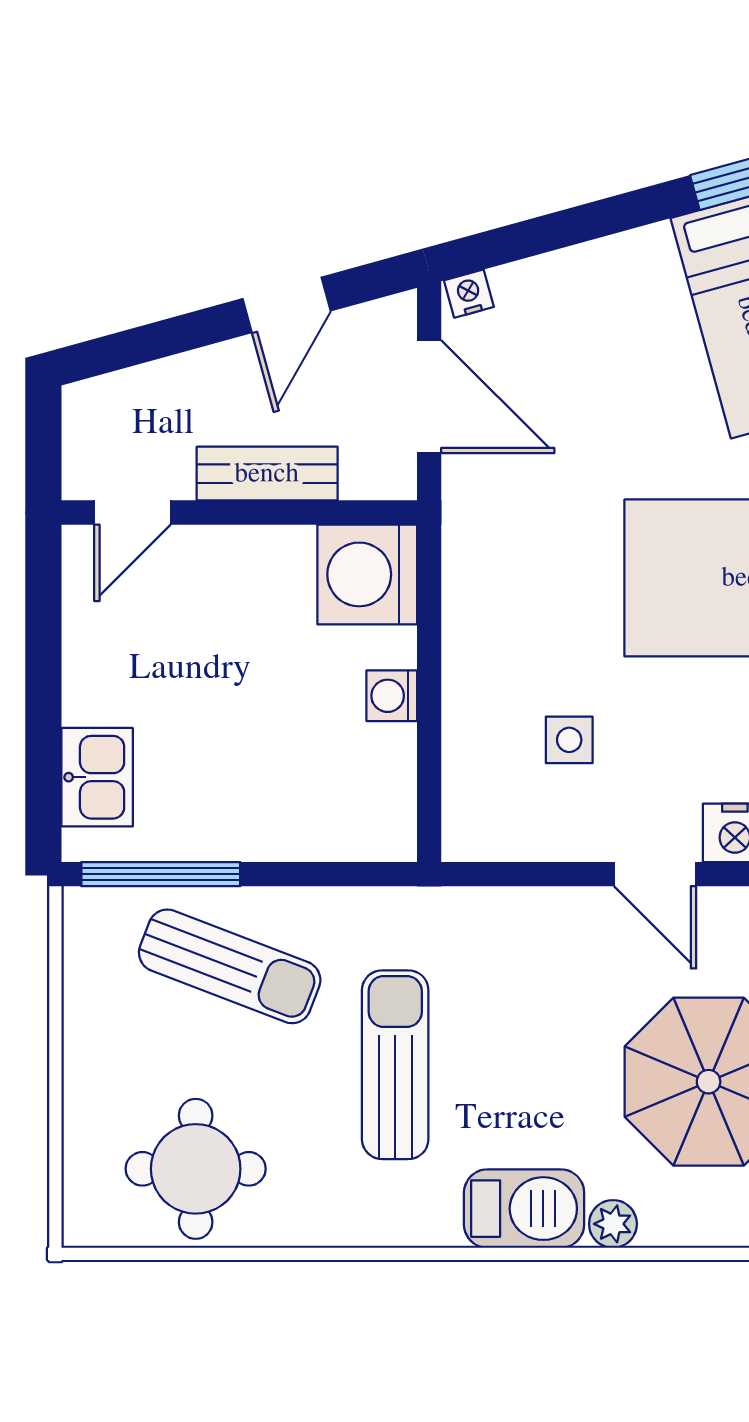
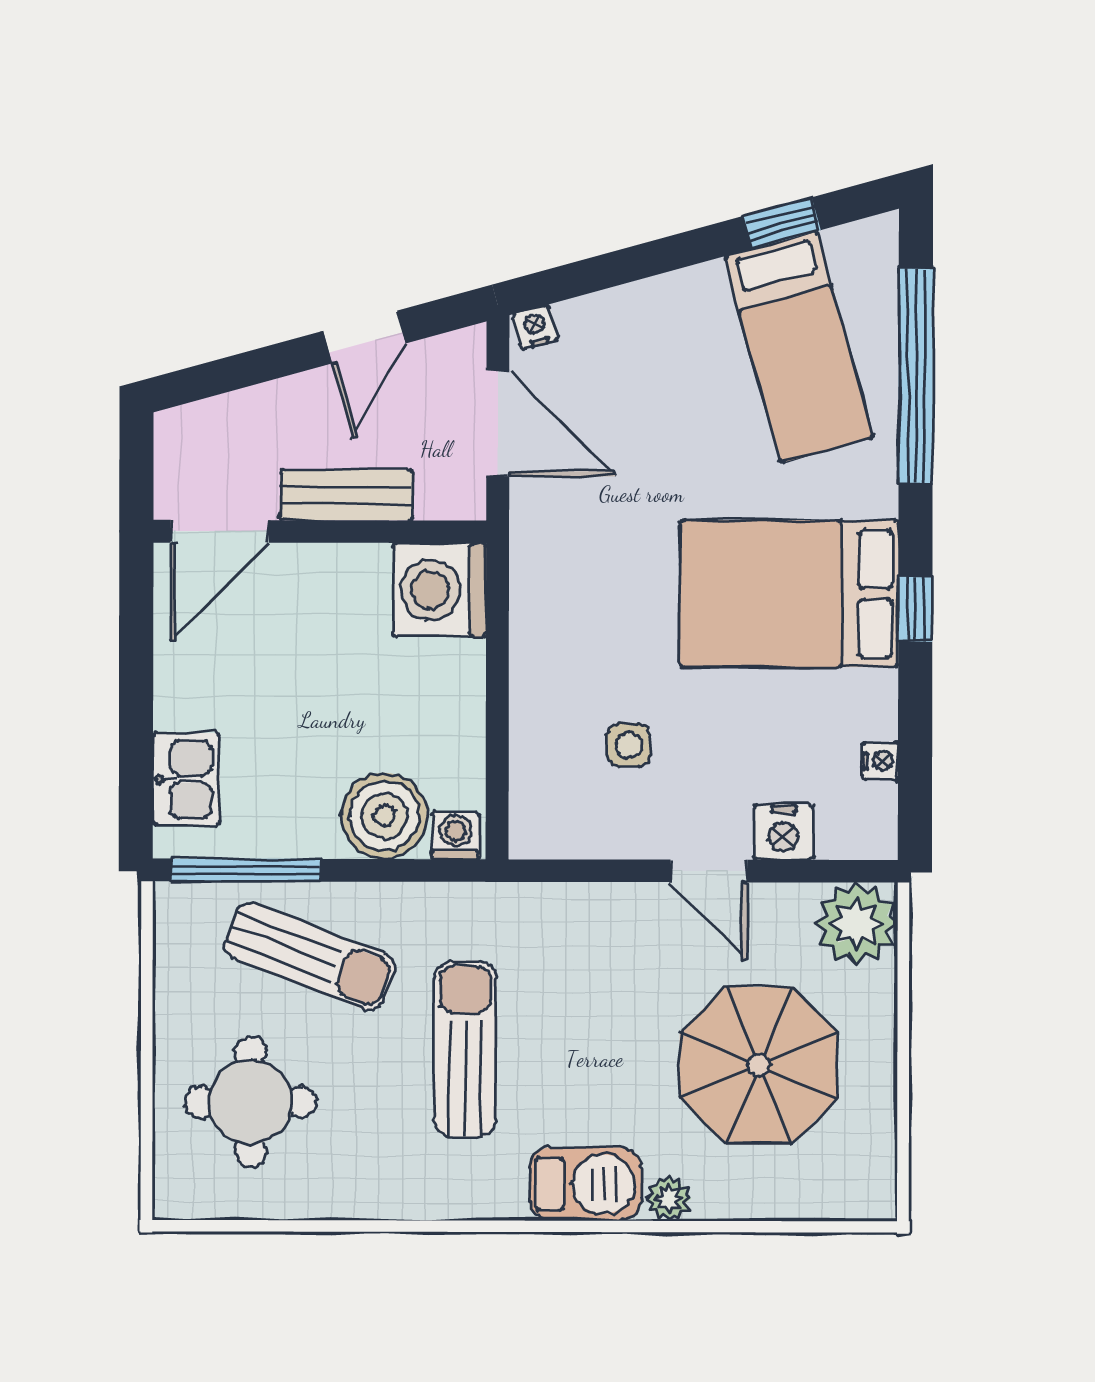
door: (132, 513) -> (220, 531), width x1.38
washing machine: (392, 696) -> (456, 835), moved, turned 90
boiler: (309, 816) -> (384, 816), added
round table: (196, 1169) -> (251, 1102), moved

